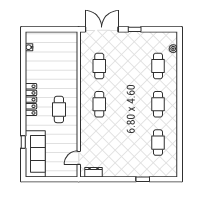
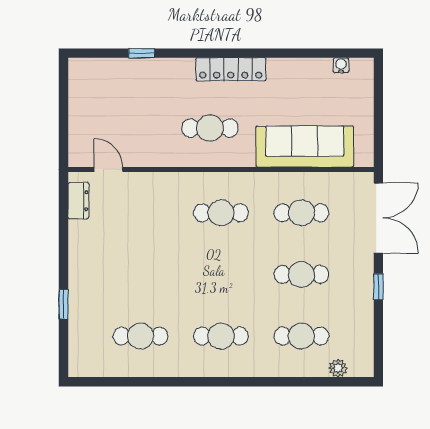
cafe table: (129, 66) -> (301, 274), added
sofa: (35, 154) -> (305, 147), moved, turned 180

